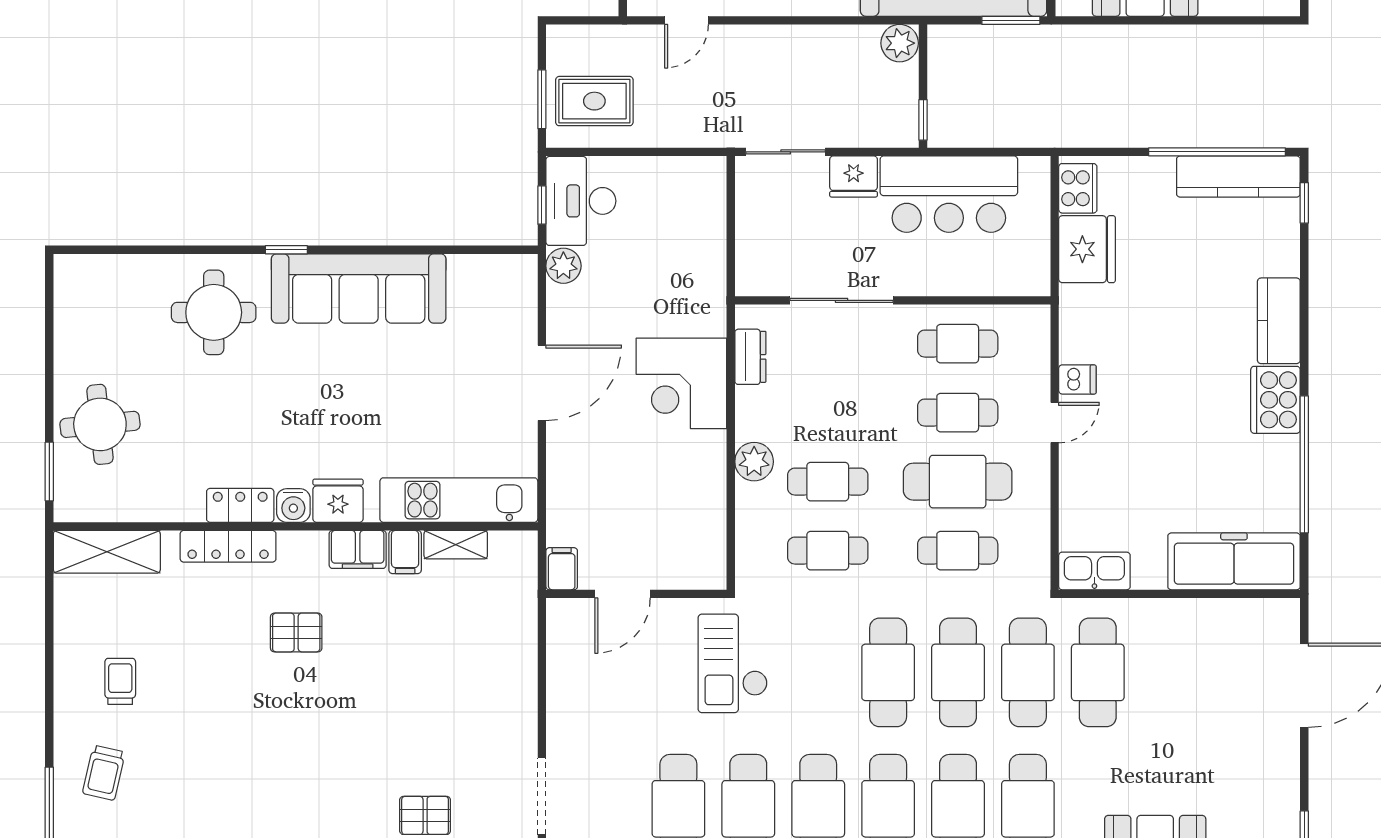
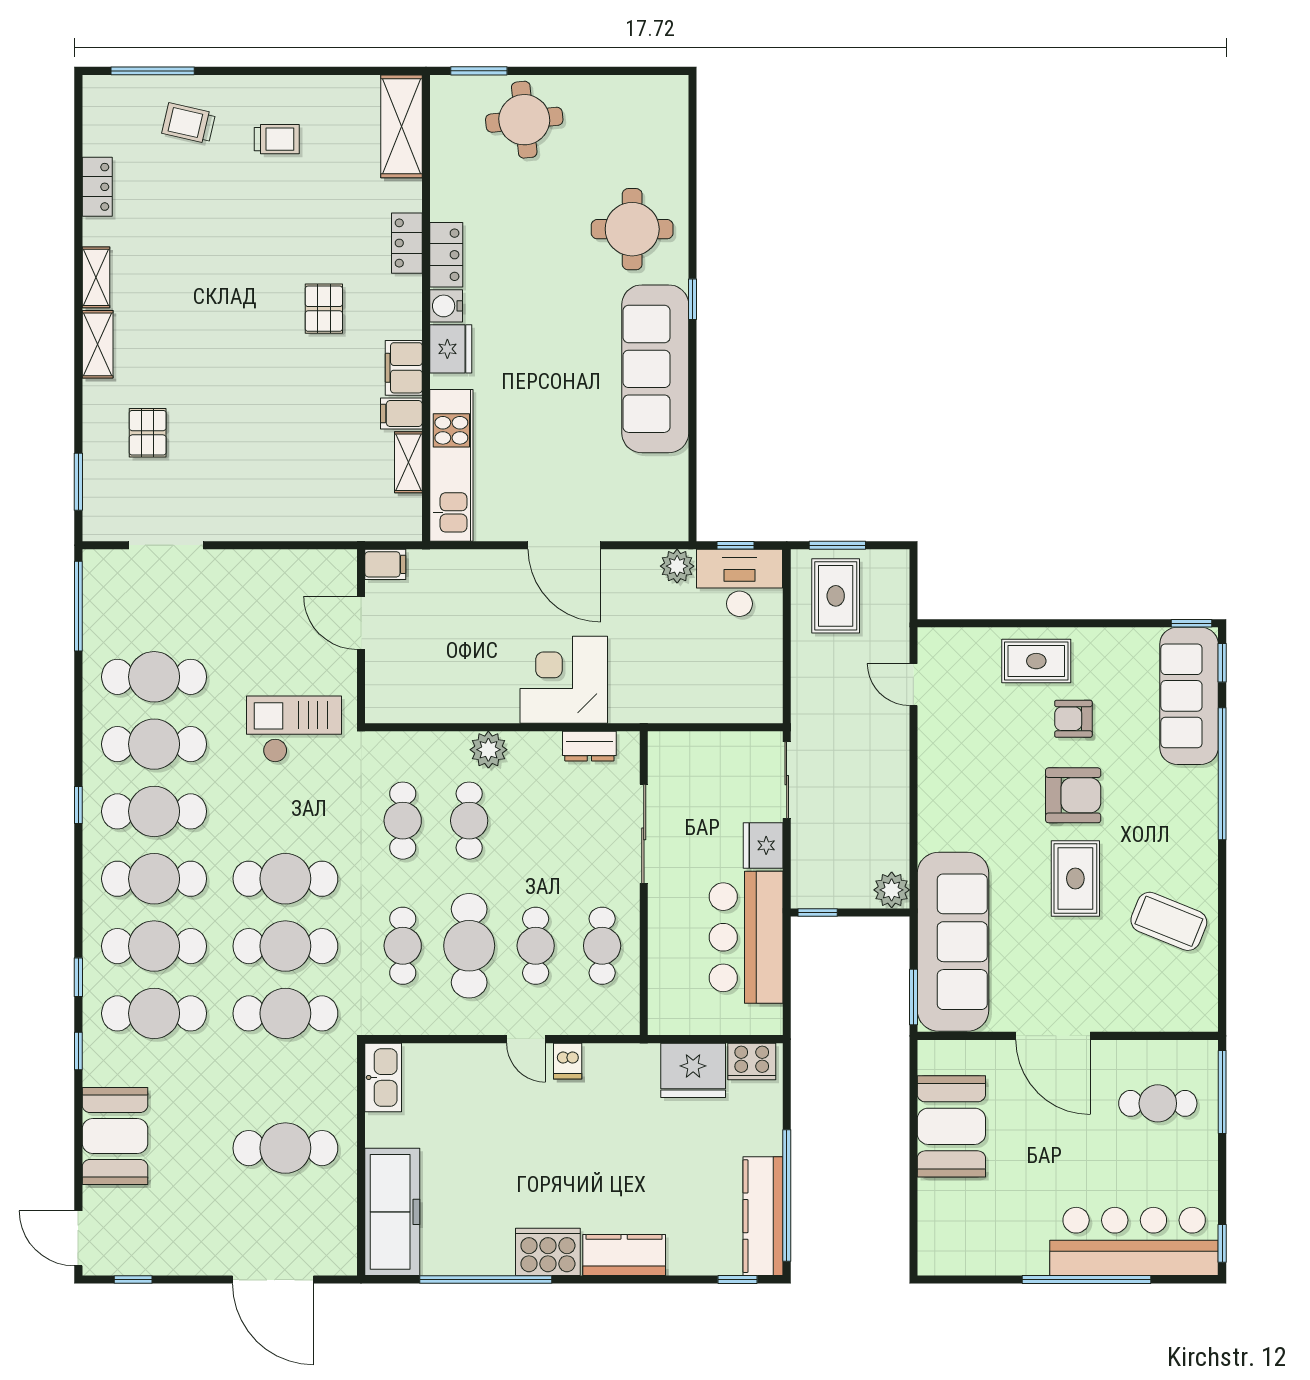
locker: (228, 546) -> (407, 243), width x0.66
cafe table: (1098, 672) -> (285, 1148), moved

